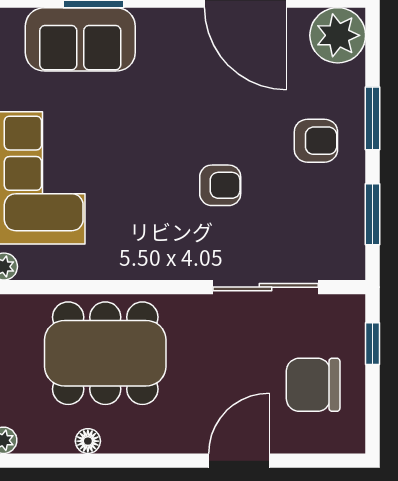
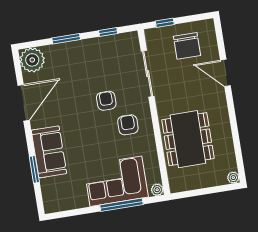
sofa: (80, 39) -> (49, 152), moved
armchair: (316, 141) -> (128, 125), moved
window: (372, 214) -> (108, 32), width x0.67
floor lamp: (88, 441) -> (228, 141), removed

